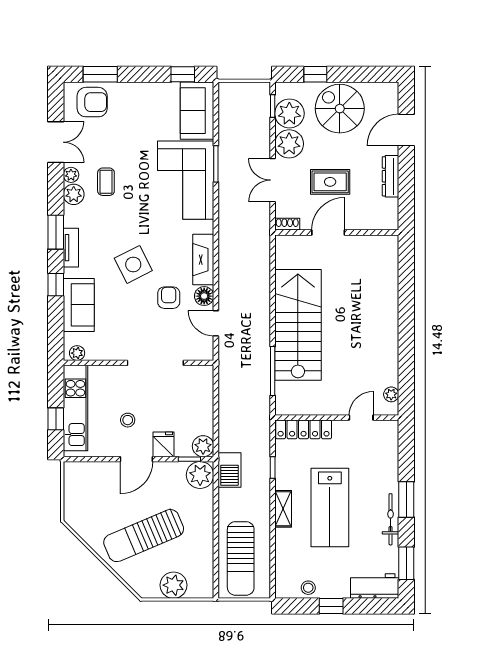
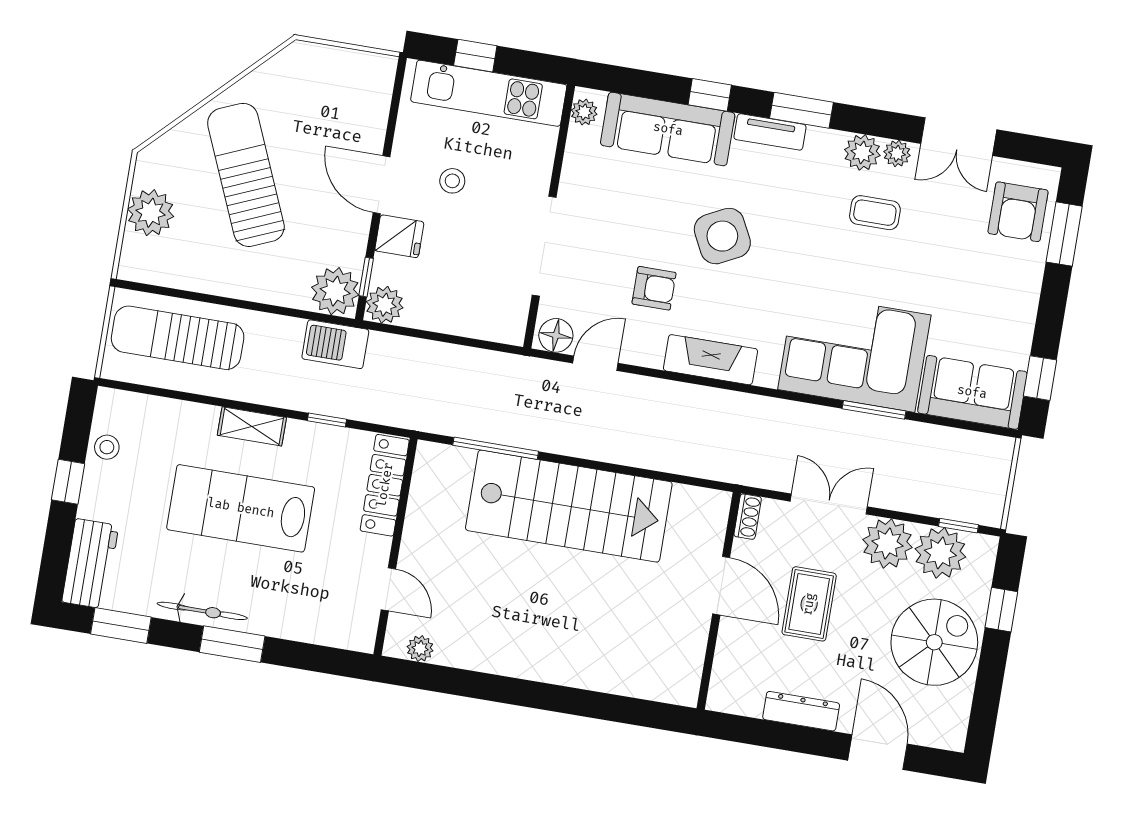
floor lamp: (204, 296) -> (556, 335), moved
sofa: (79, 305) -> (668, 129), width x1.36

